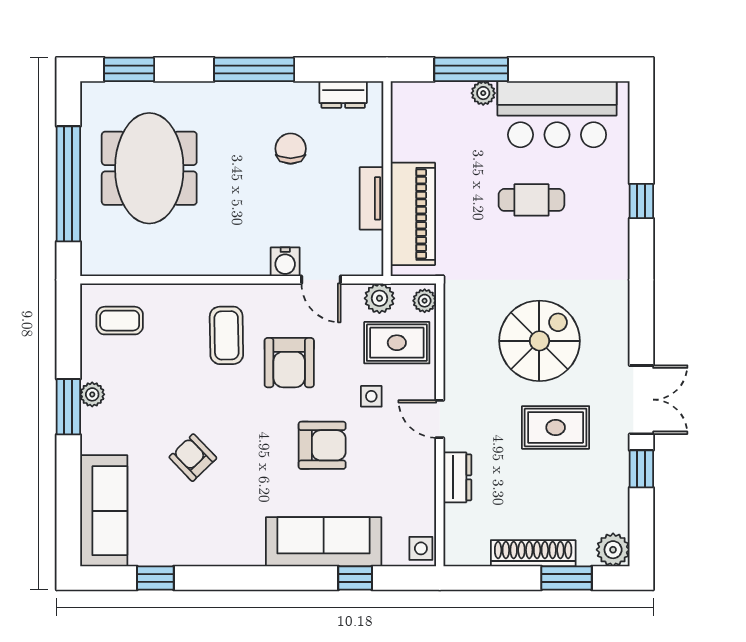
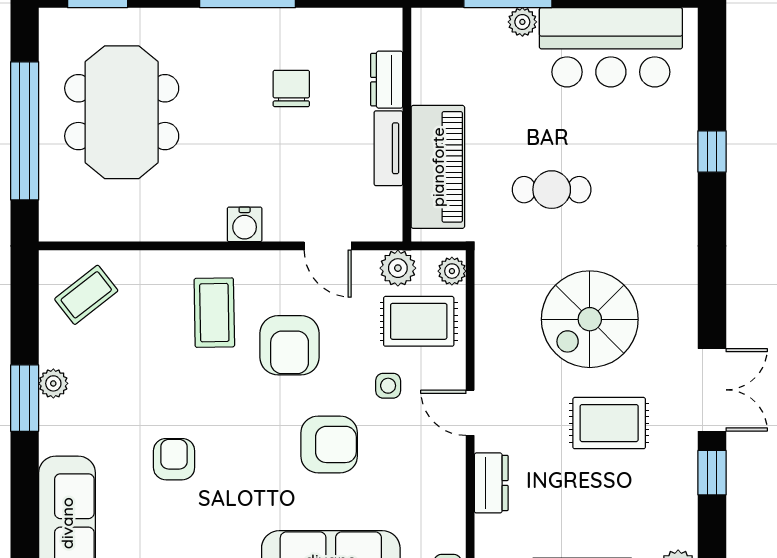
dresser: (343, 94) -> (387, 80), moved, turned 90
cafe table: (531, 200) -> (552, 190), moved
water cooler: (285, 262) -> (245, 224), moved
coffee table: (120, 321) -> (86, 295), turned -38
spiral stairs: (539, 341) -> (590, 319), turned 180
armchair: (193, 458) -> (174, 459), turned 44

